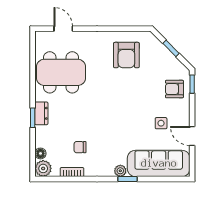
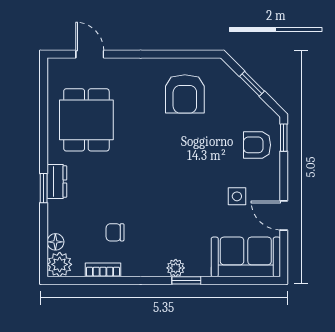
dining table: (61, 72) -> (86, 120), width x0.73
sofa: (159, 163) -> (246, 257), width x0.73

